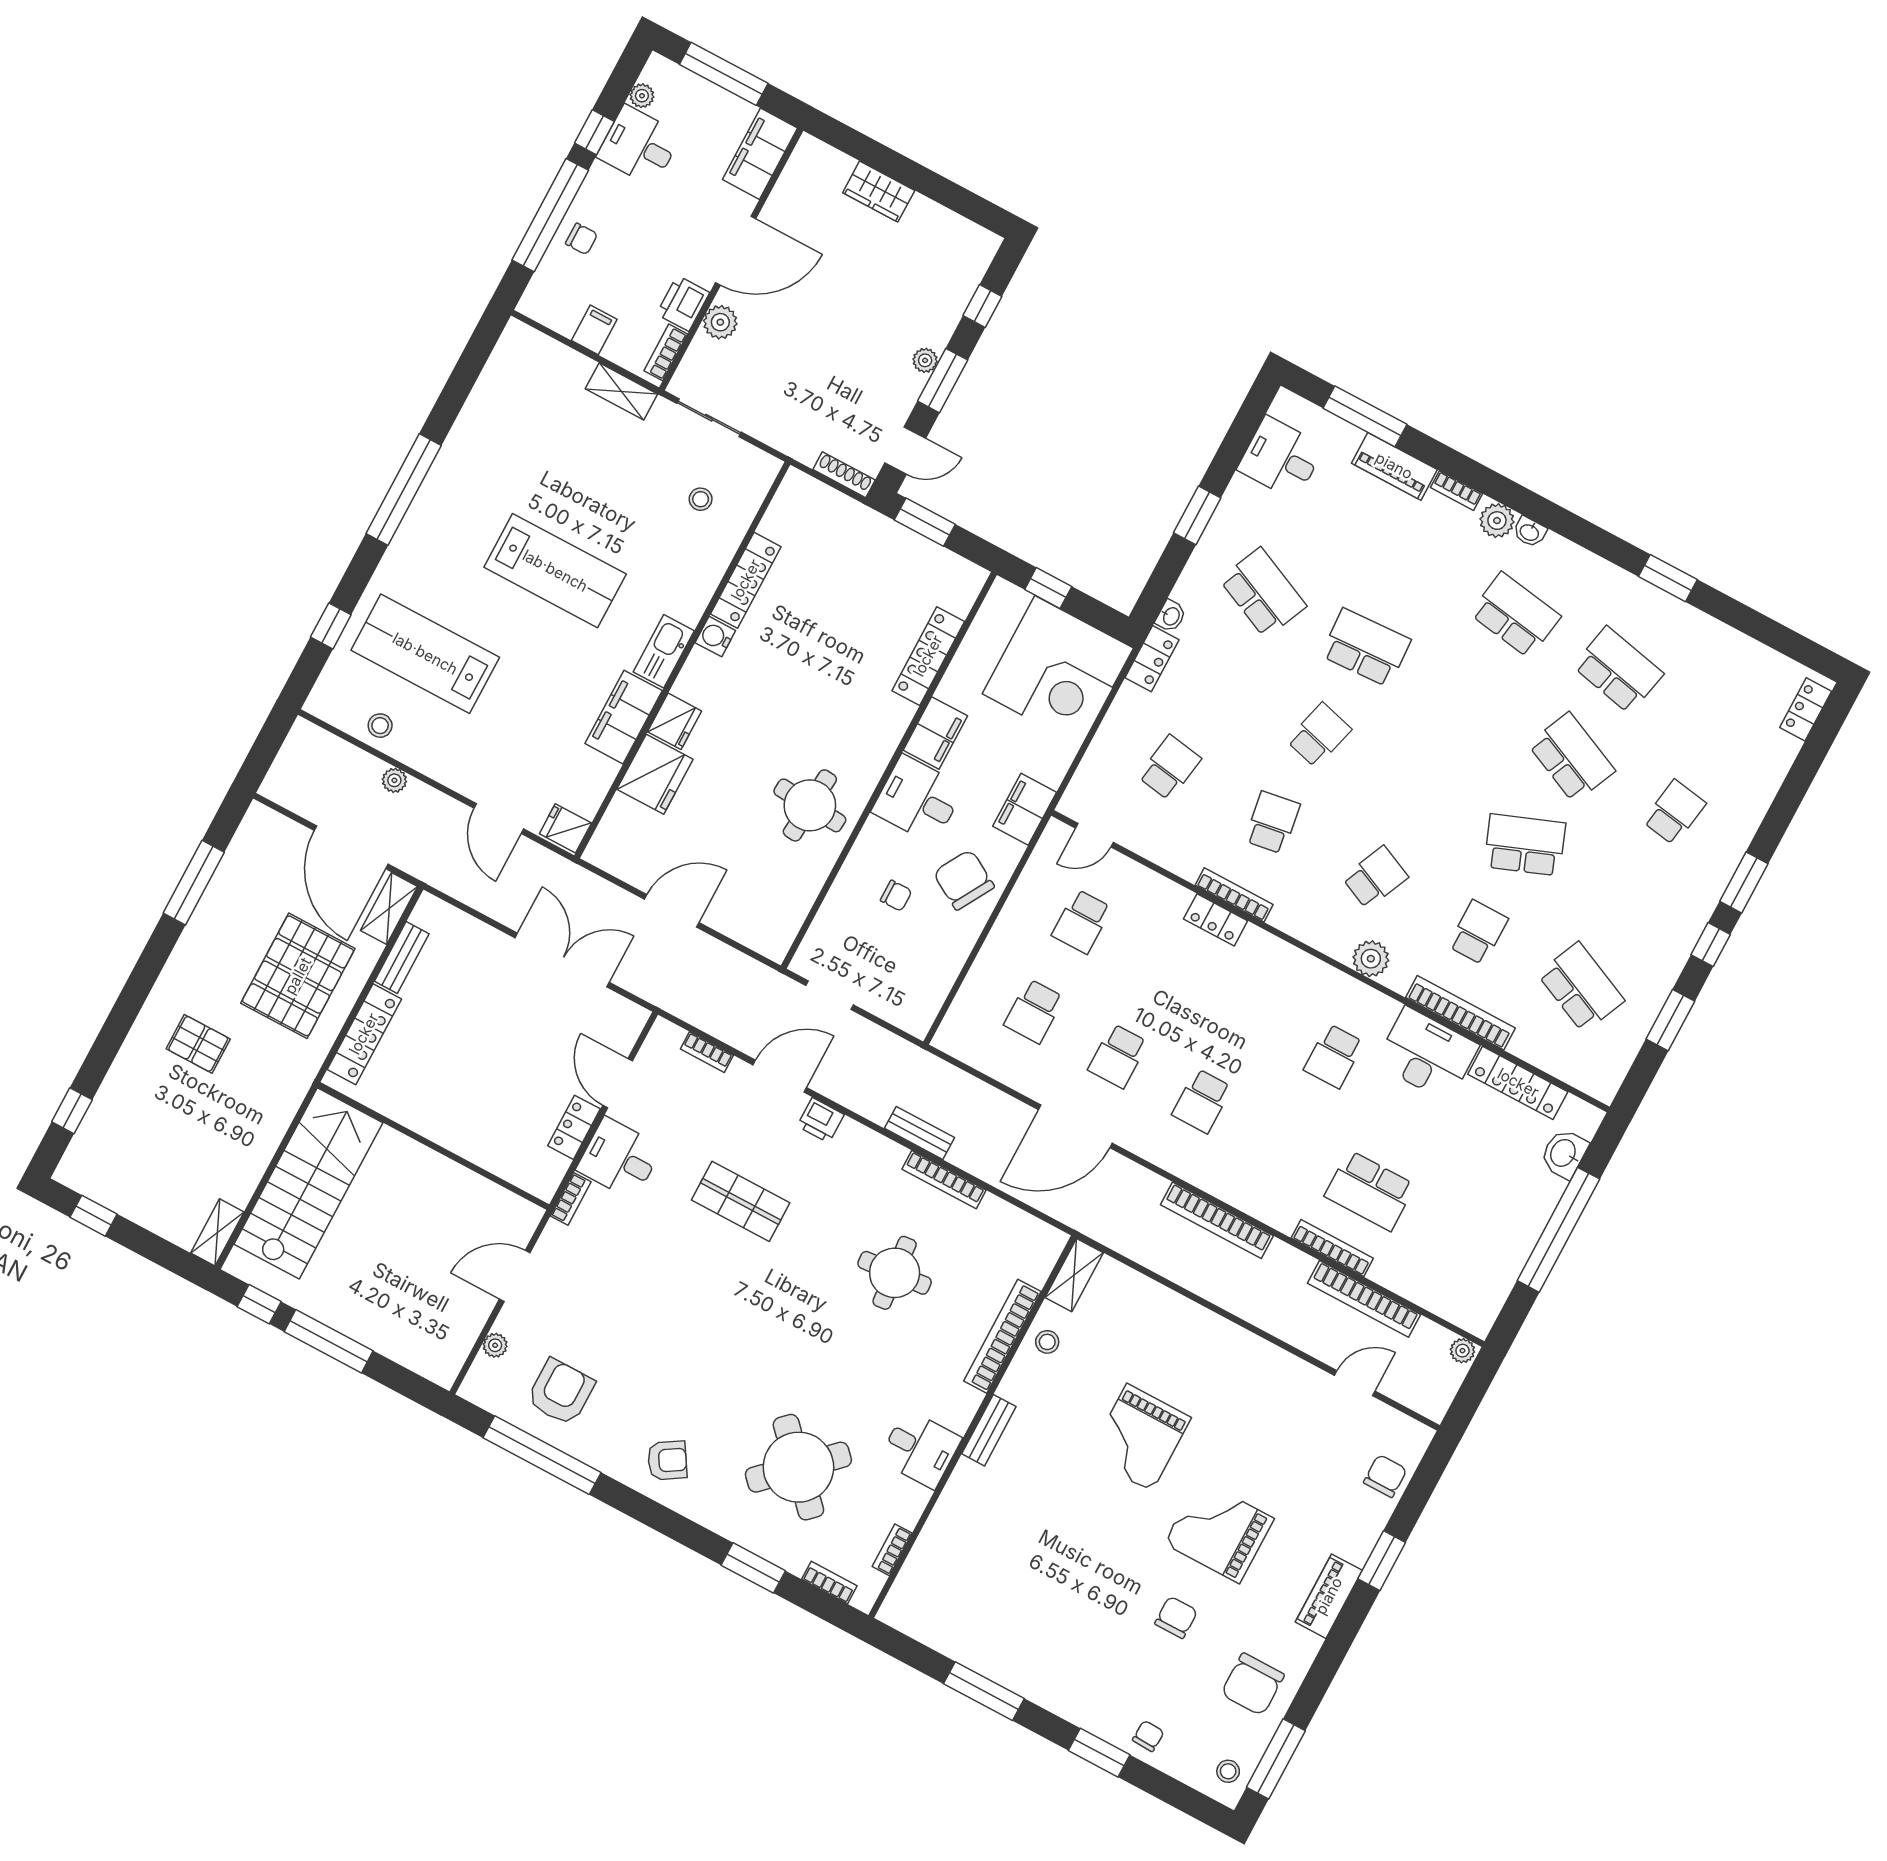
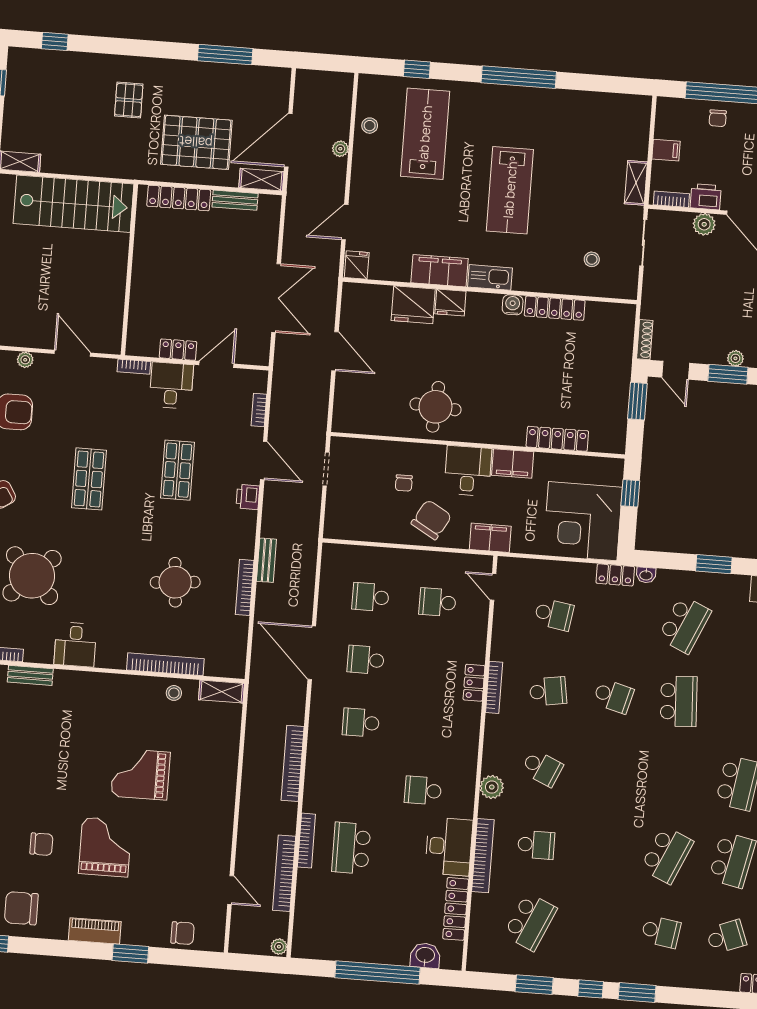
school desk: (1525, 845) -> (726, 937), moved, width x0.54
shop shelf: (699, 1329) -> (89, 479), added
bench: (989, 1430) -> (30, 675), moved

